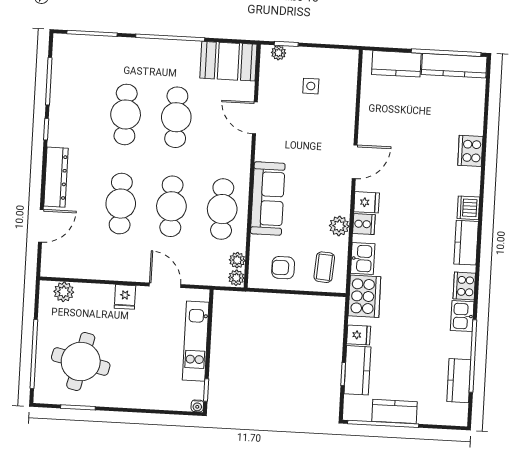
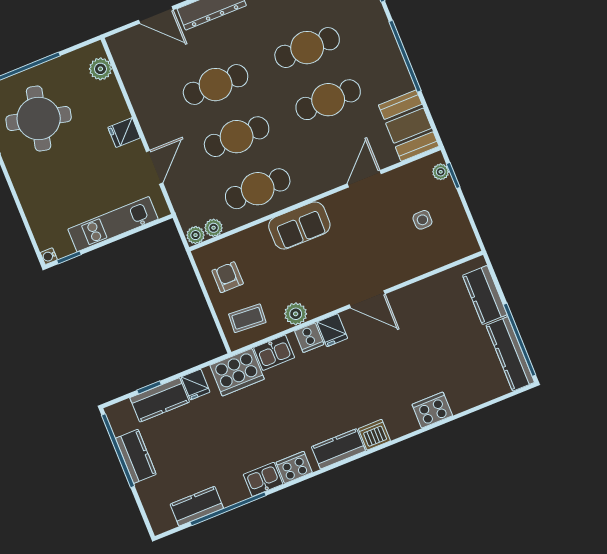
sofa: (268, 199) -> (299, 225), width x0.73

